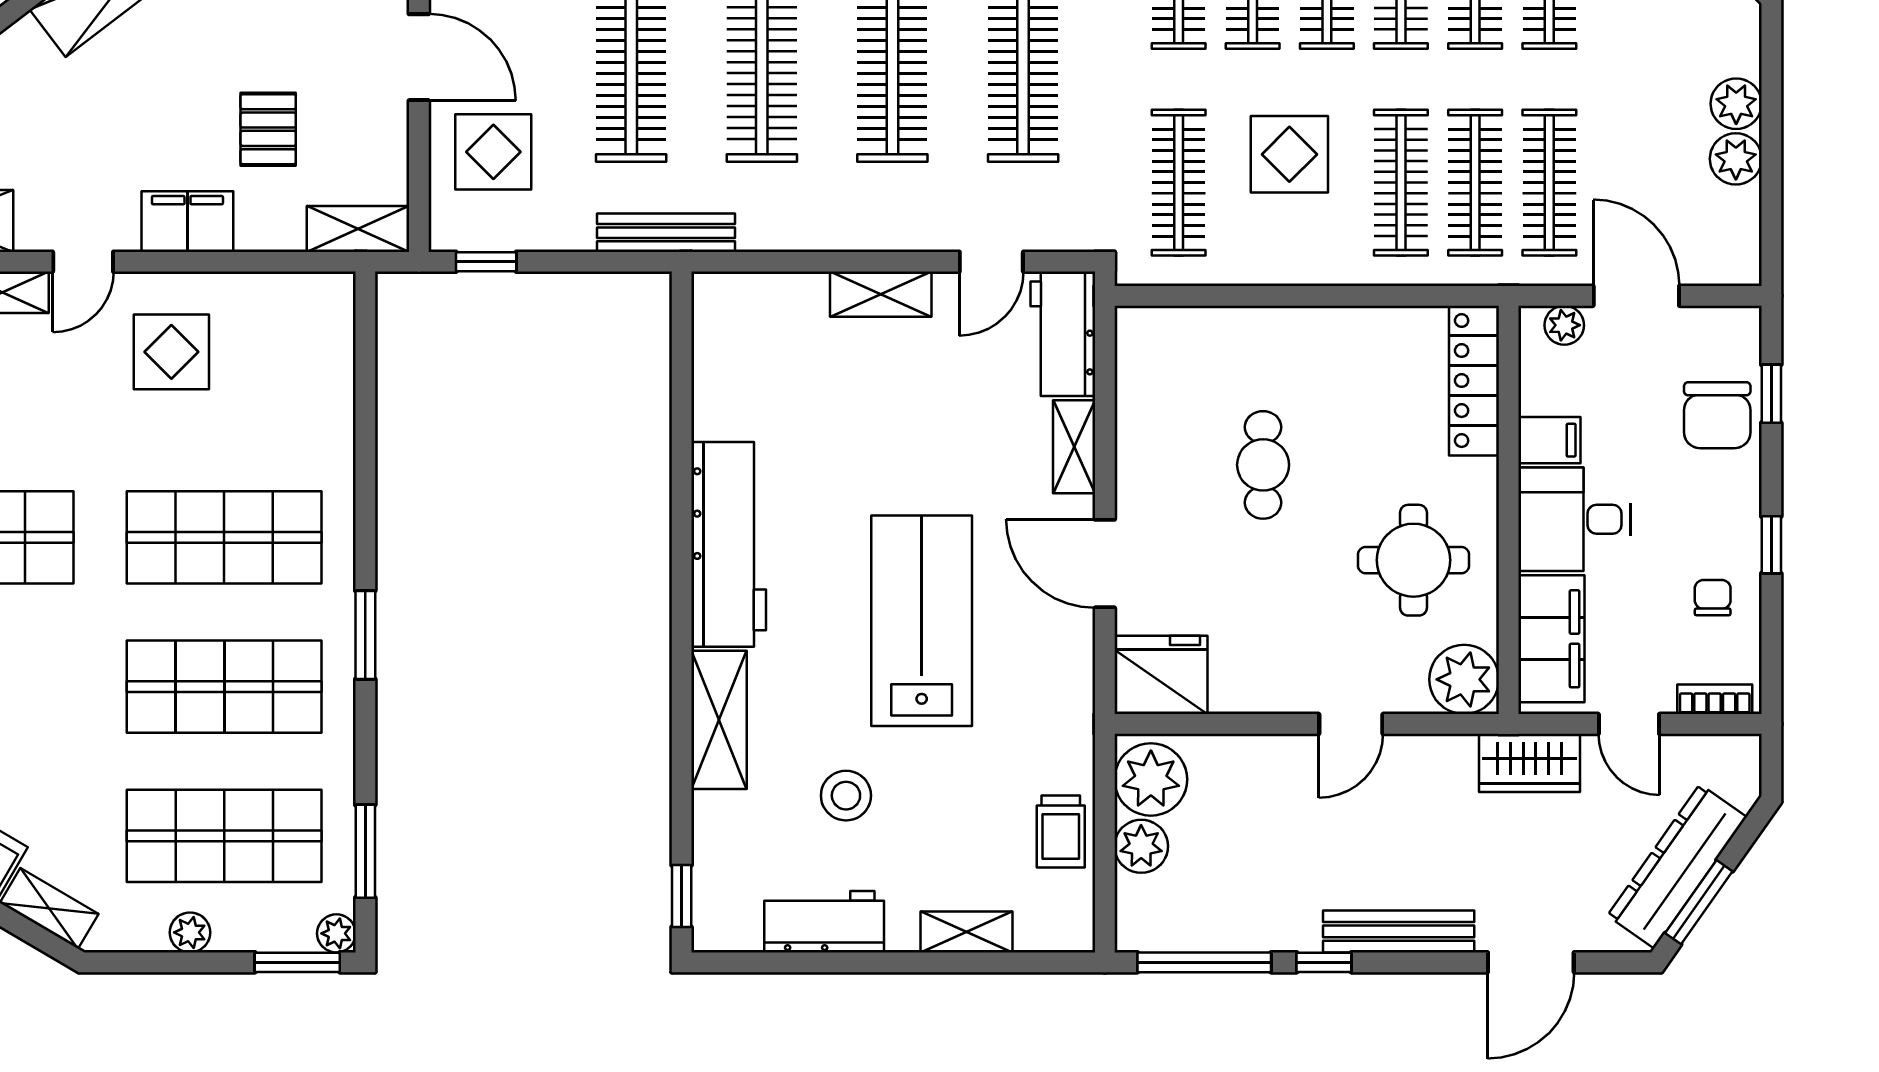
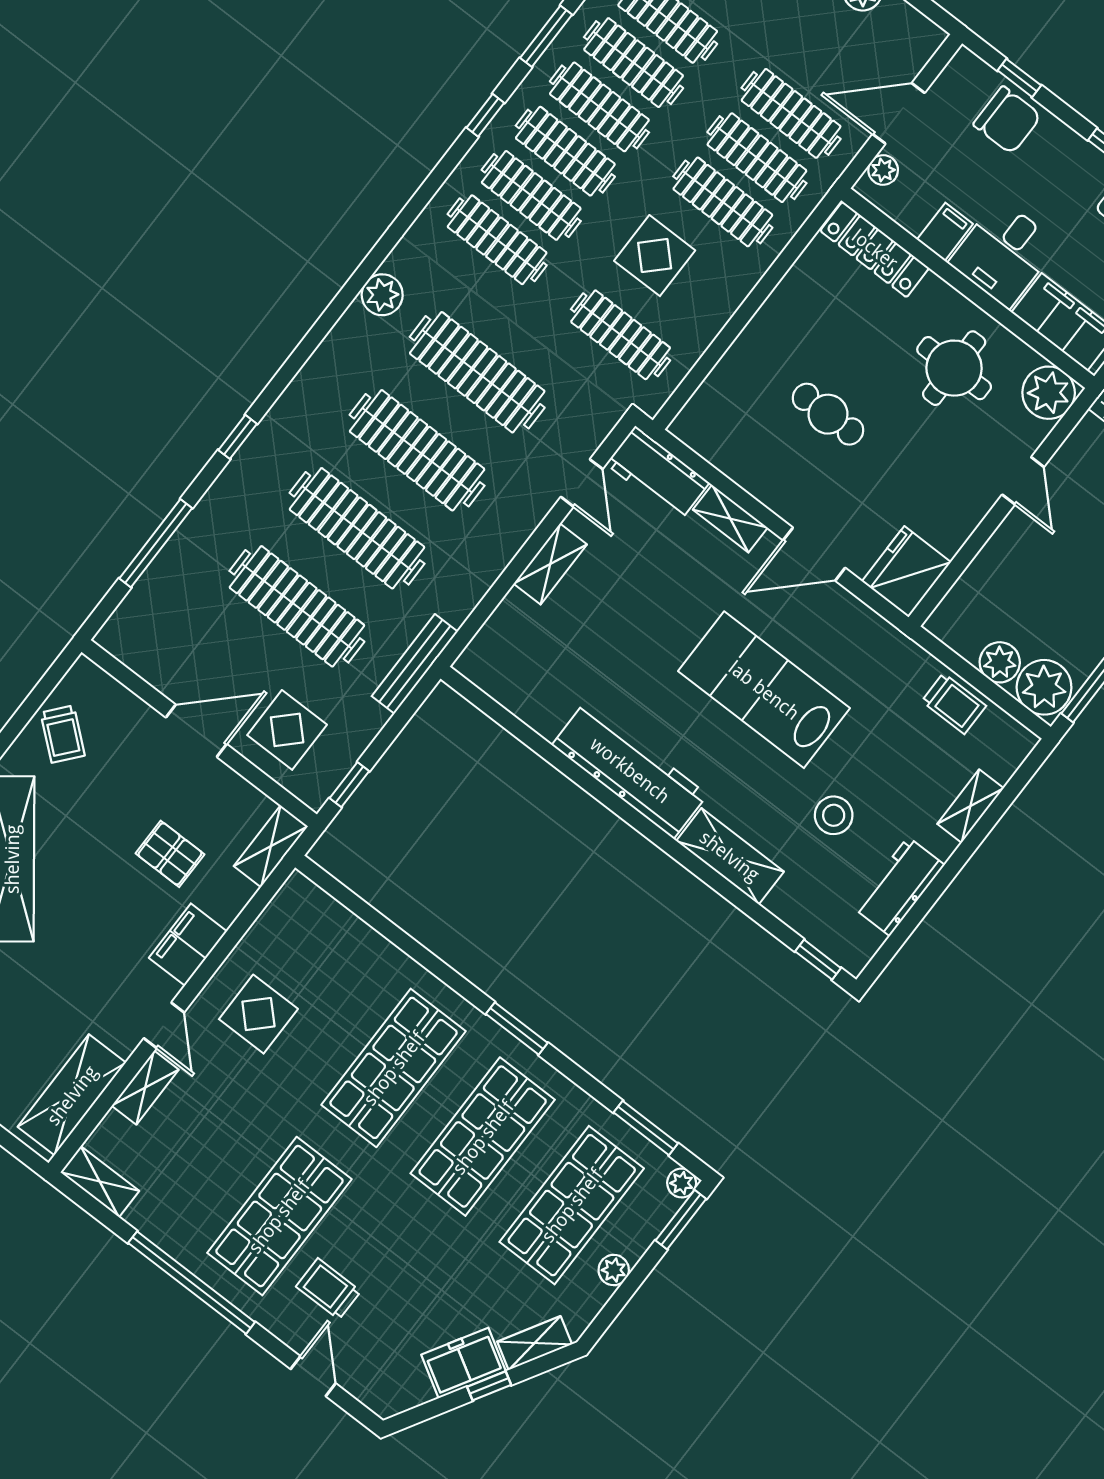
plant: (1151, 779) -> (1044, 687), moved

